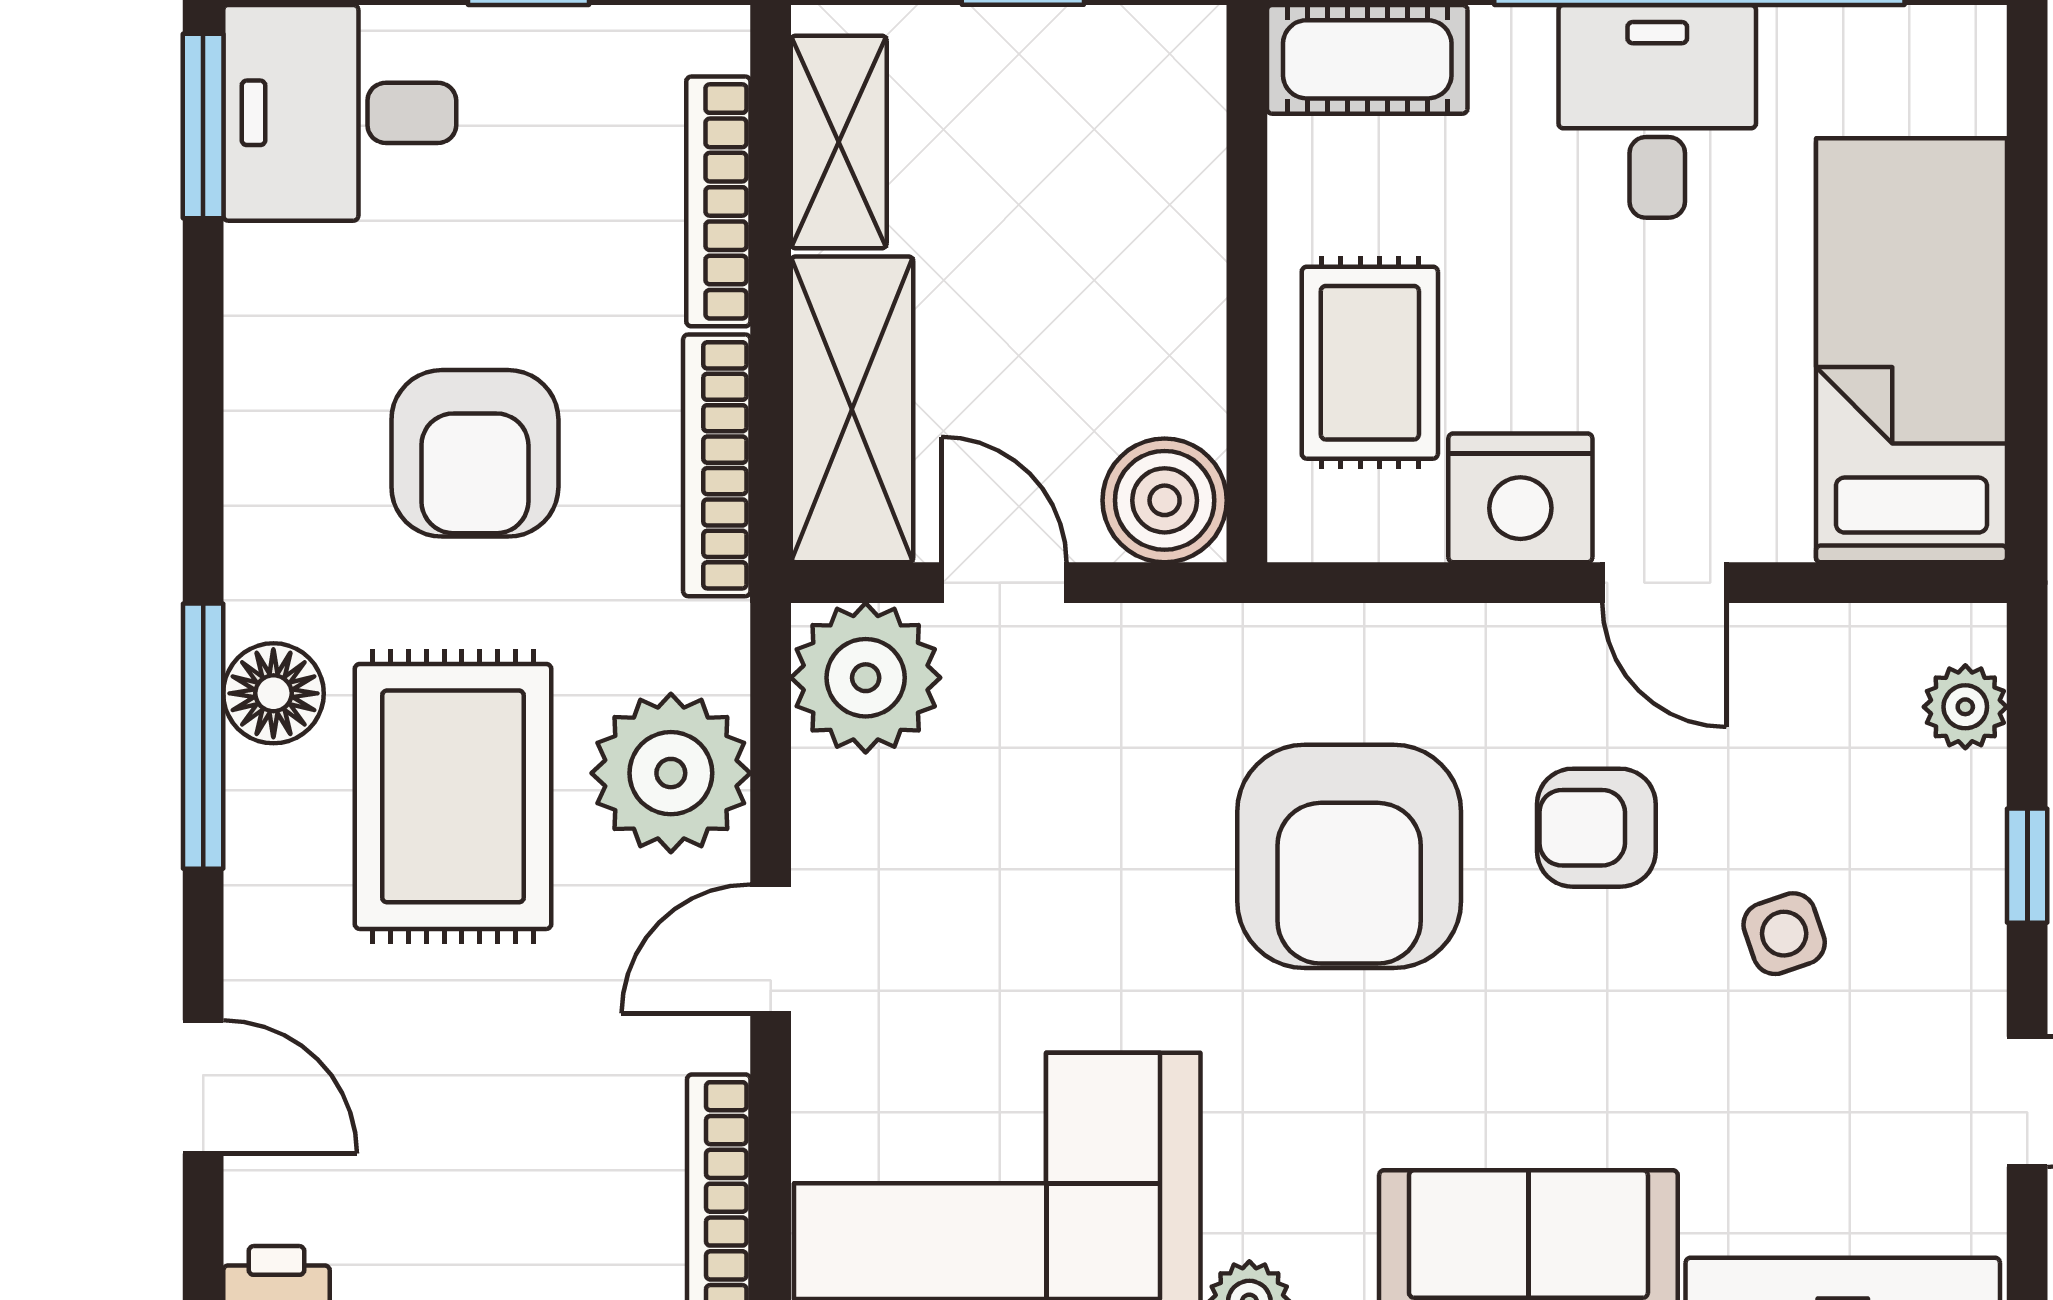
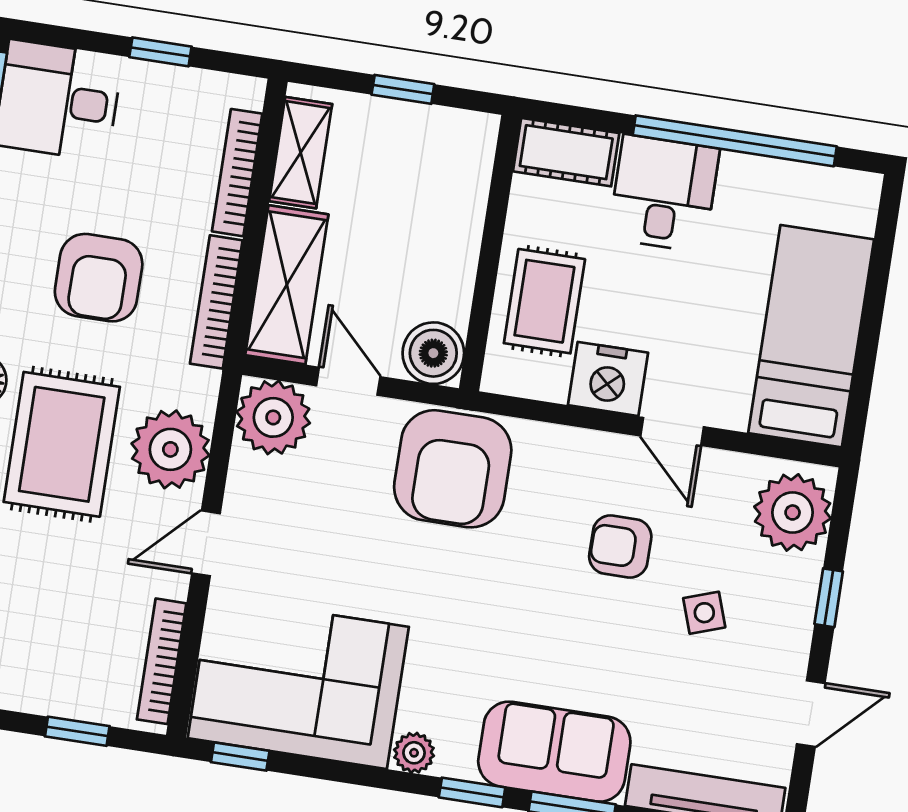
desk: (1657, 111) -> (664, 193), moved
plant: (1965, 707) -> (793, 512), width x1.88, depth x1.88
armchair: (1349, 856) -> (453, 469), moved

